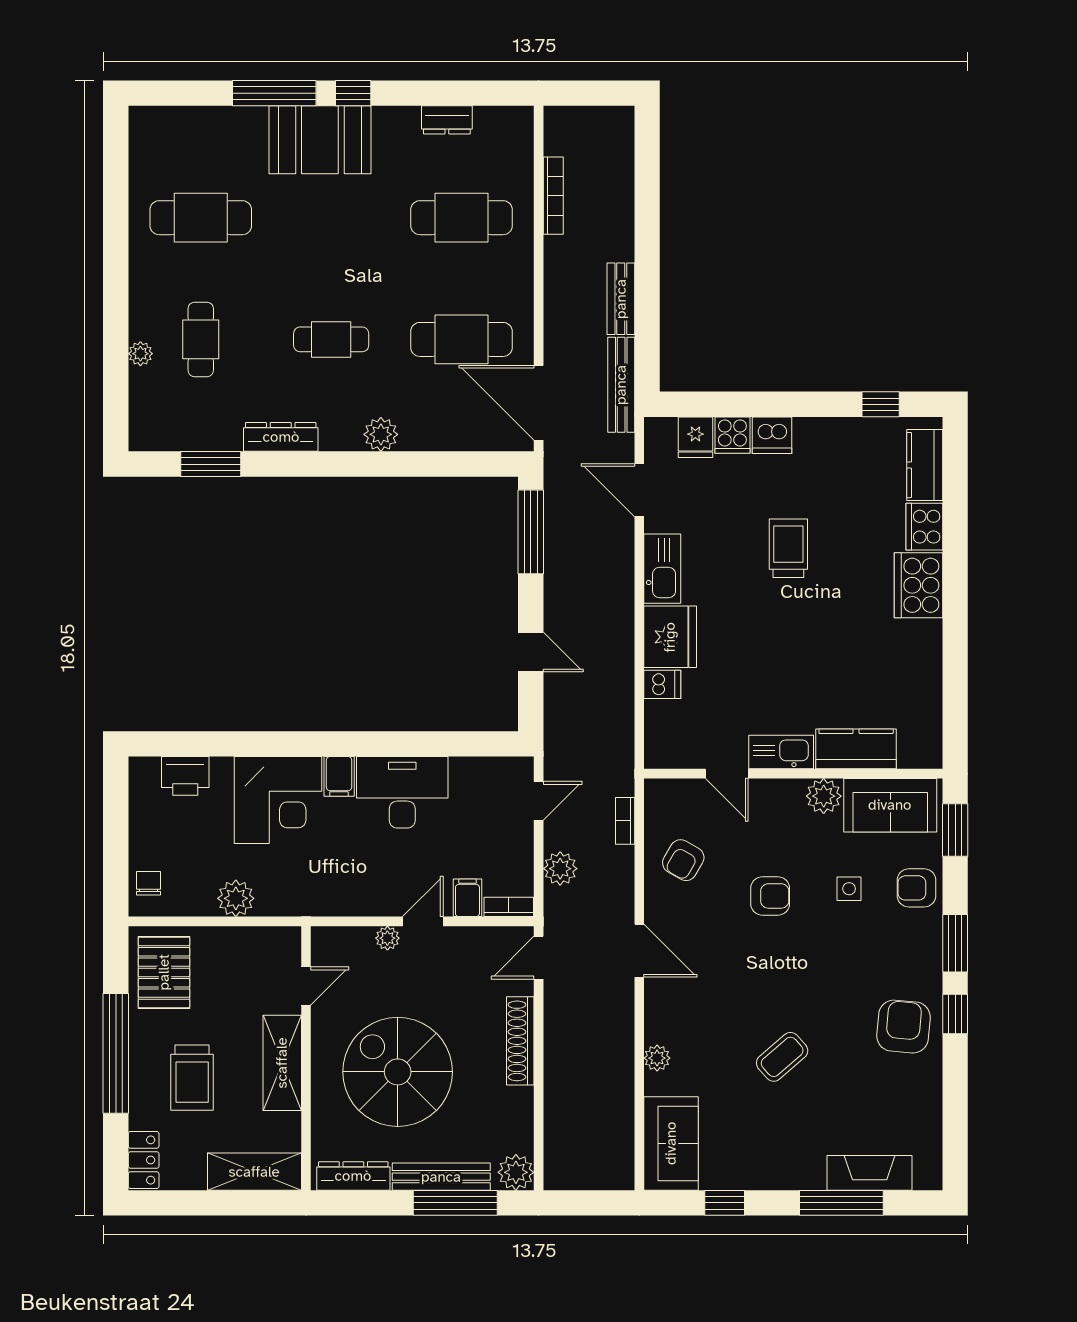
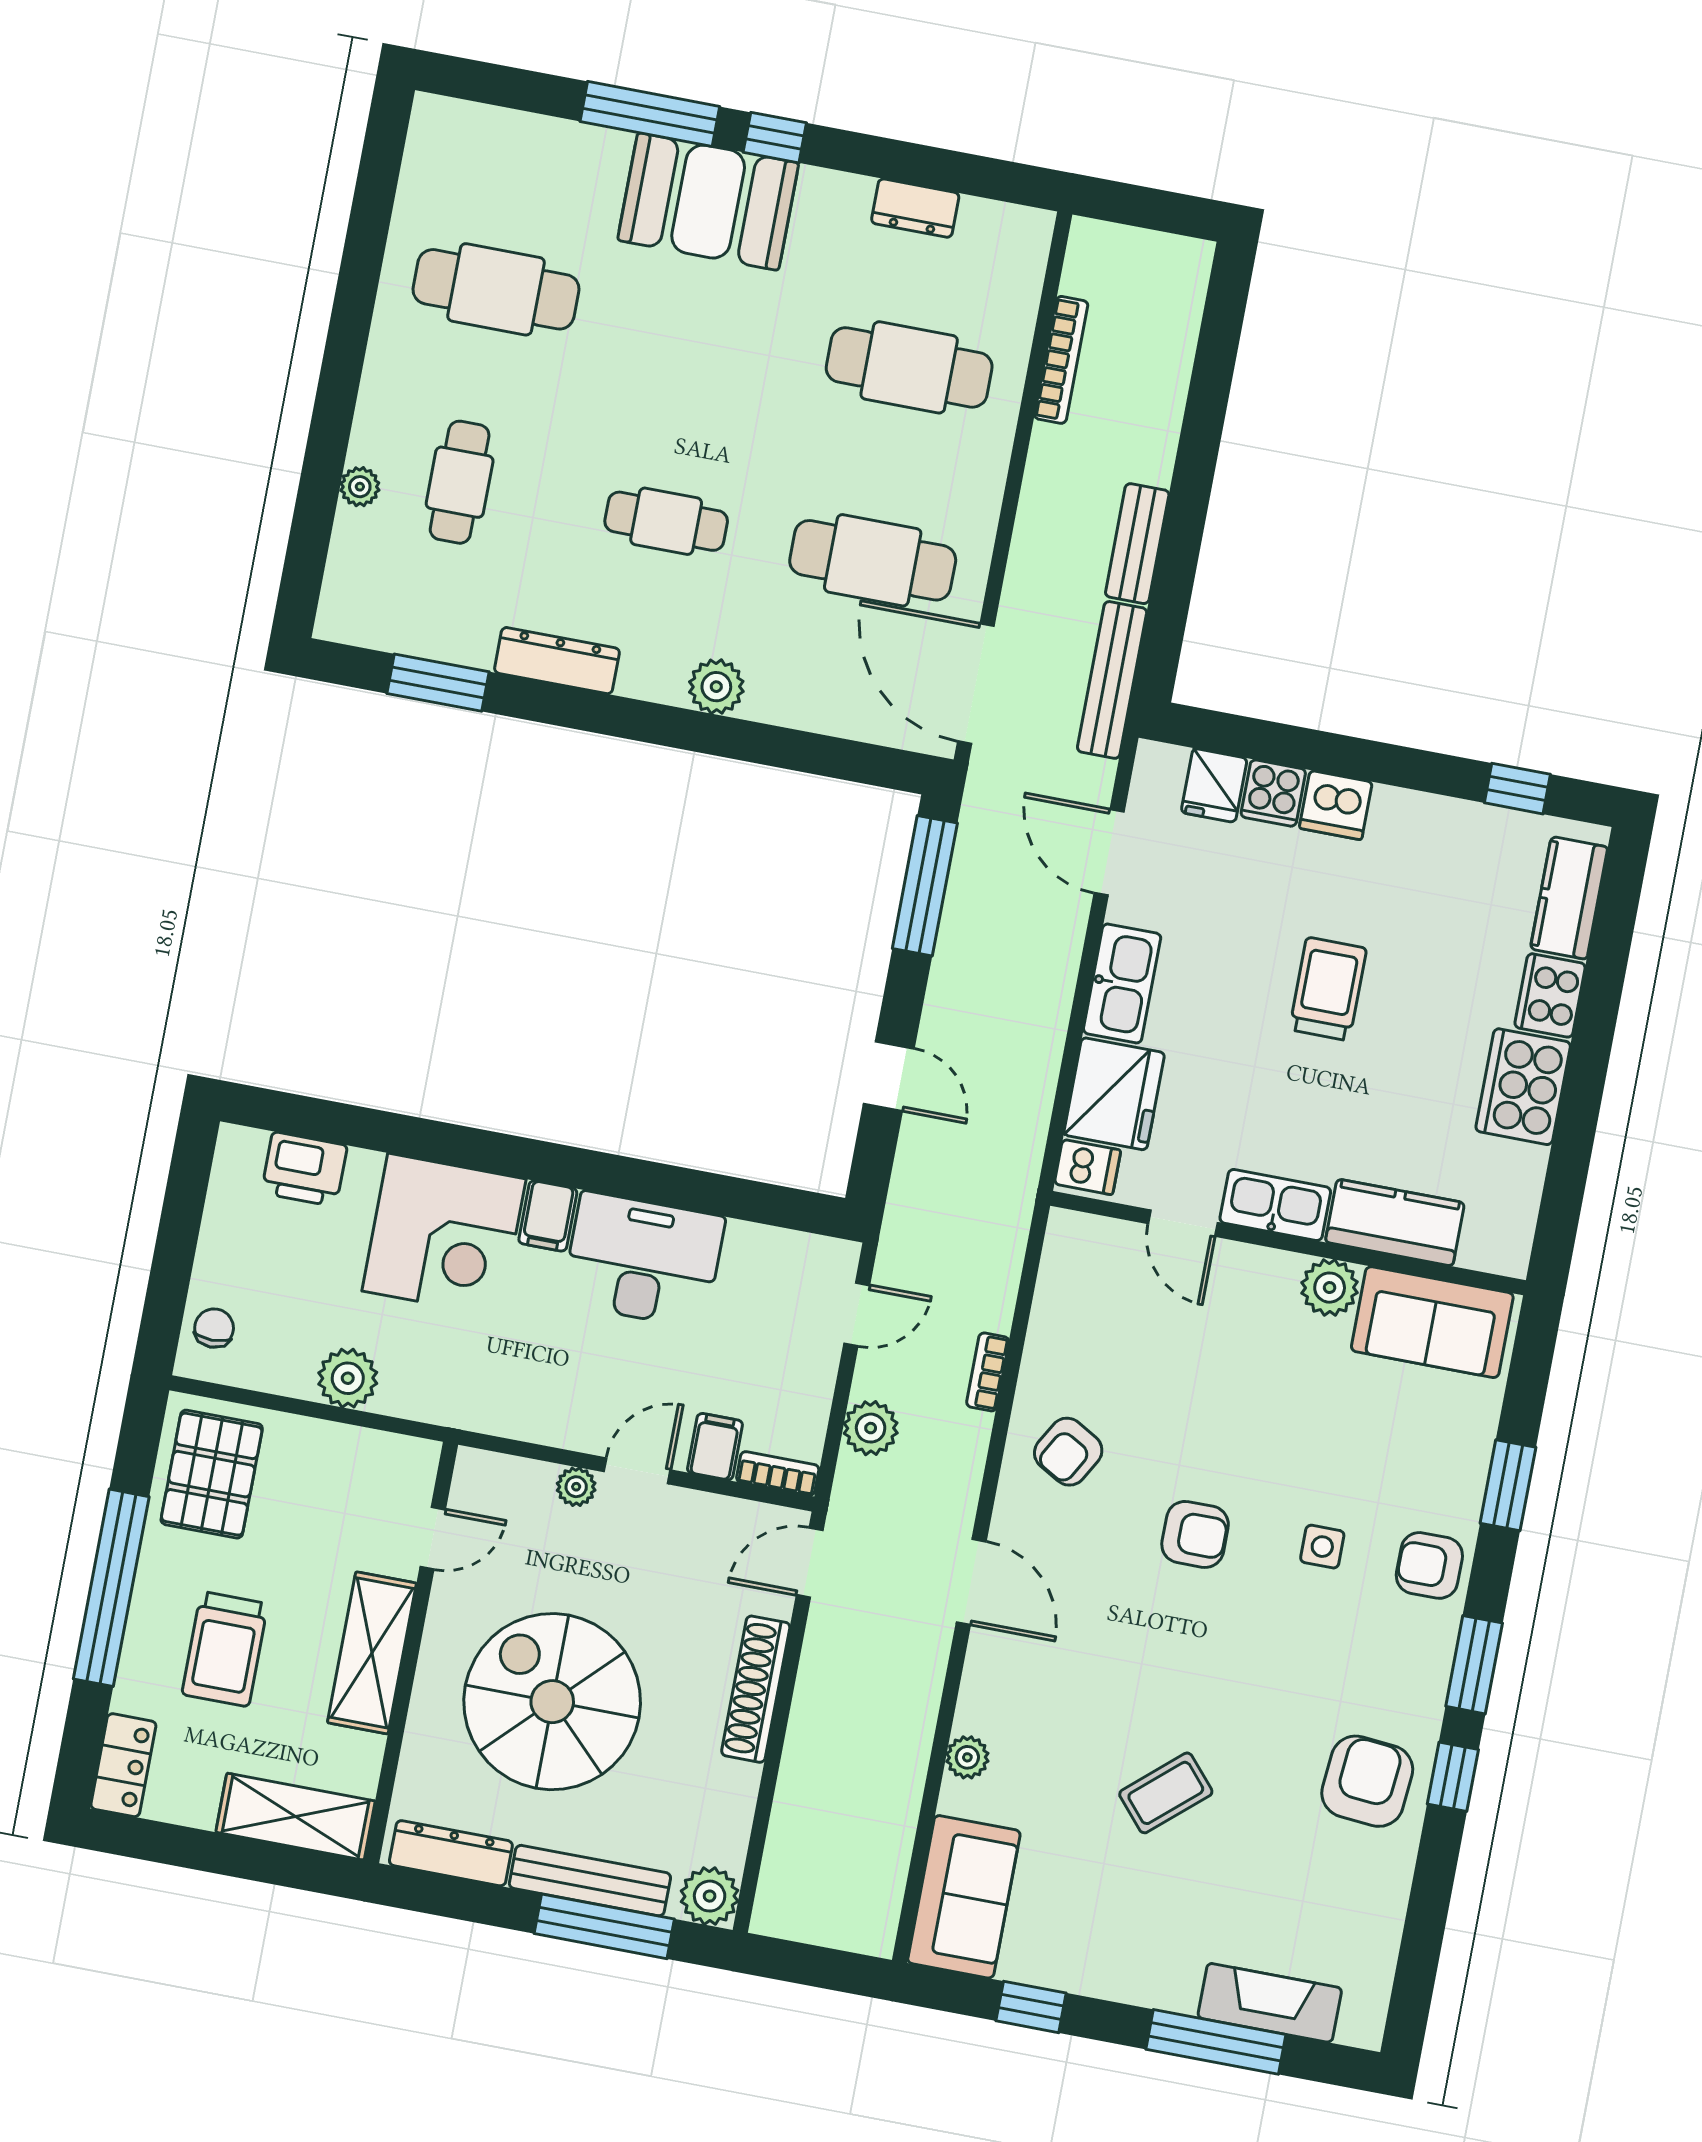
kitchen counter: (856, 749) -> (1395, 1222), moved
kitchen sink: (781, 752) -> (1275, 1205), moved
door: (727, 774) -> (1183, 1223), moved
wall: (793, 774) -> (1288, 1243), moved
plant: (824, 796) -> (1330, 1288), moved
sofa: (890, 805) -> (1432, 1322), moved

